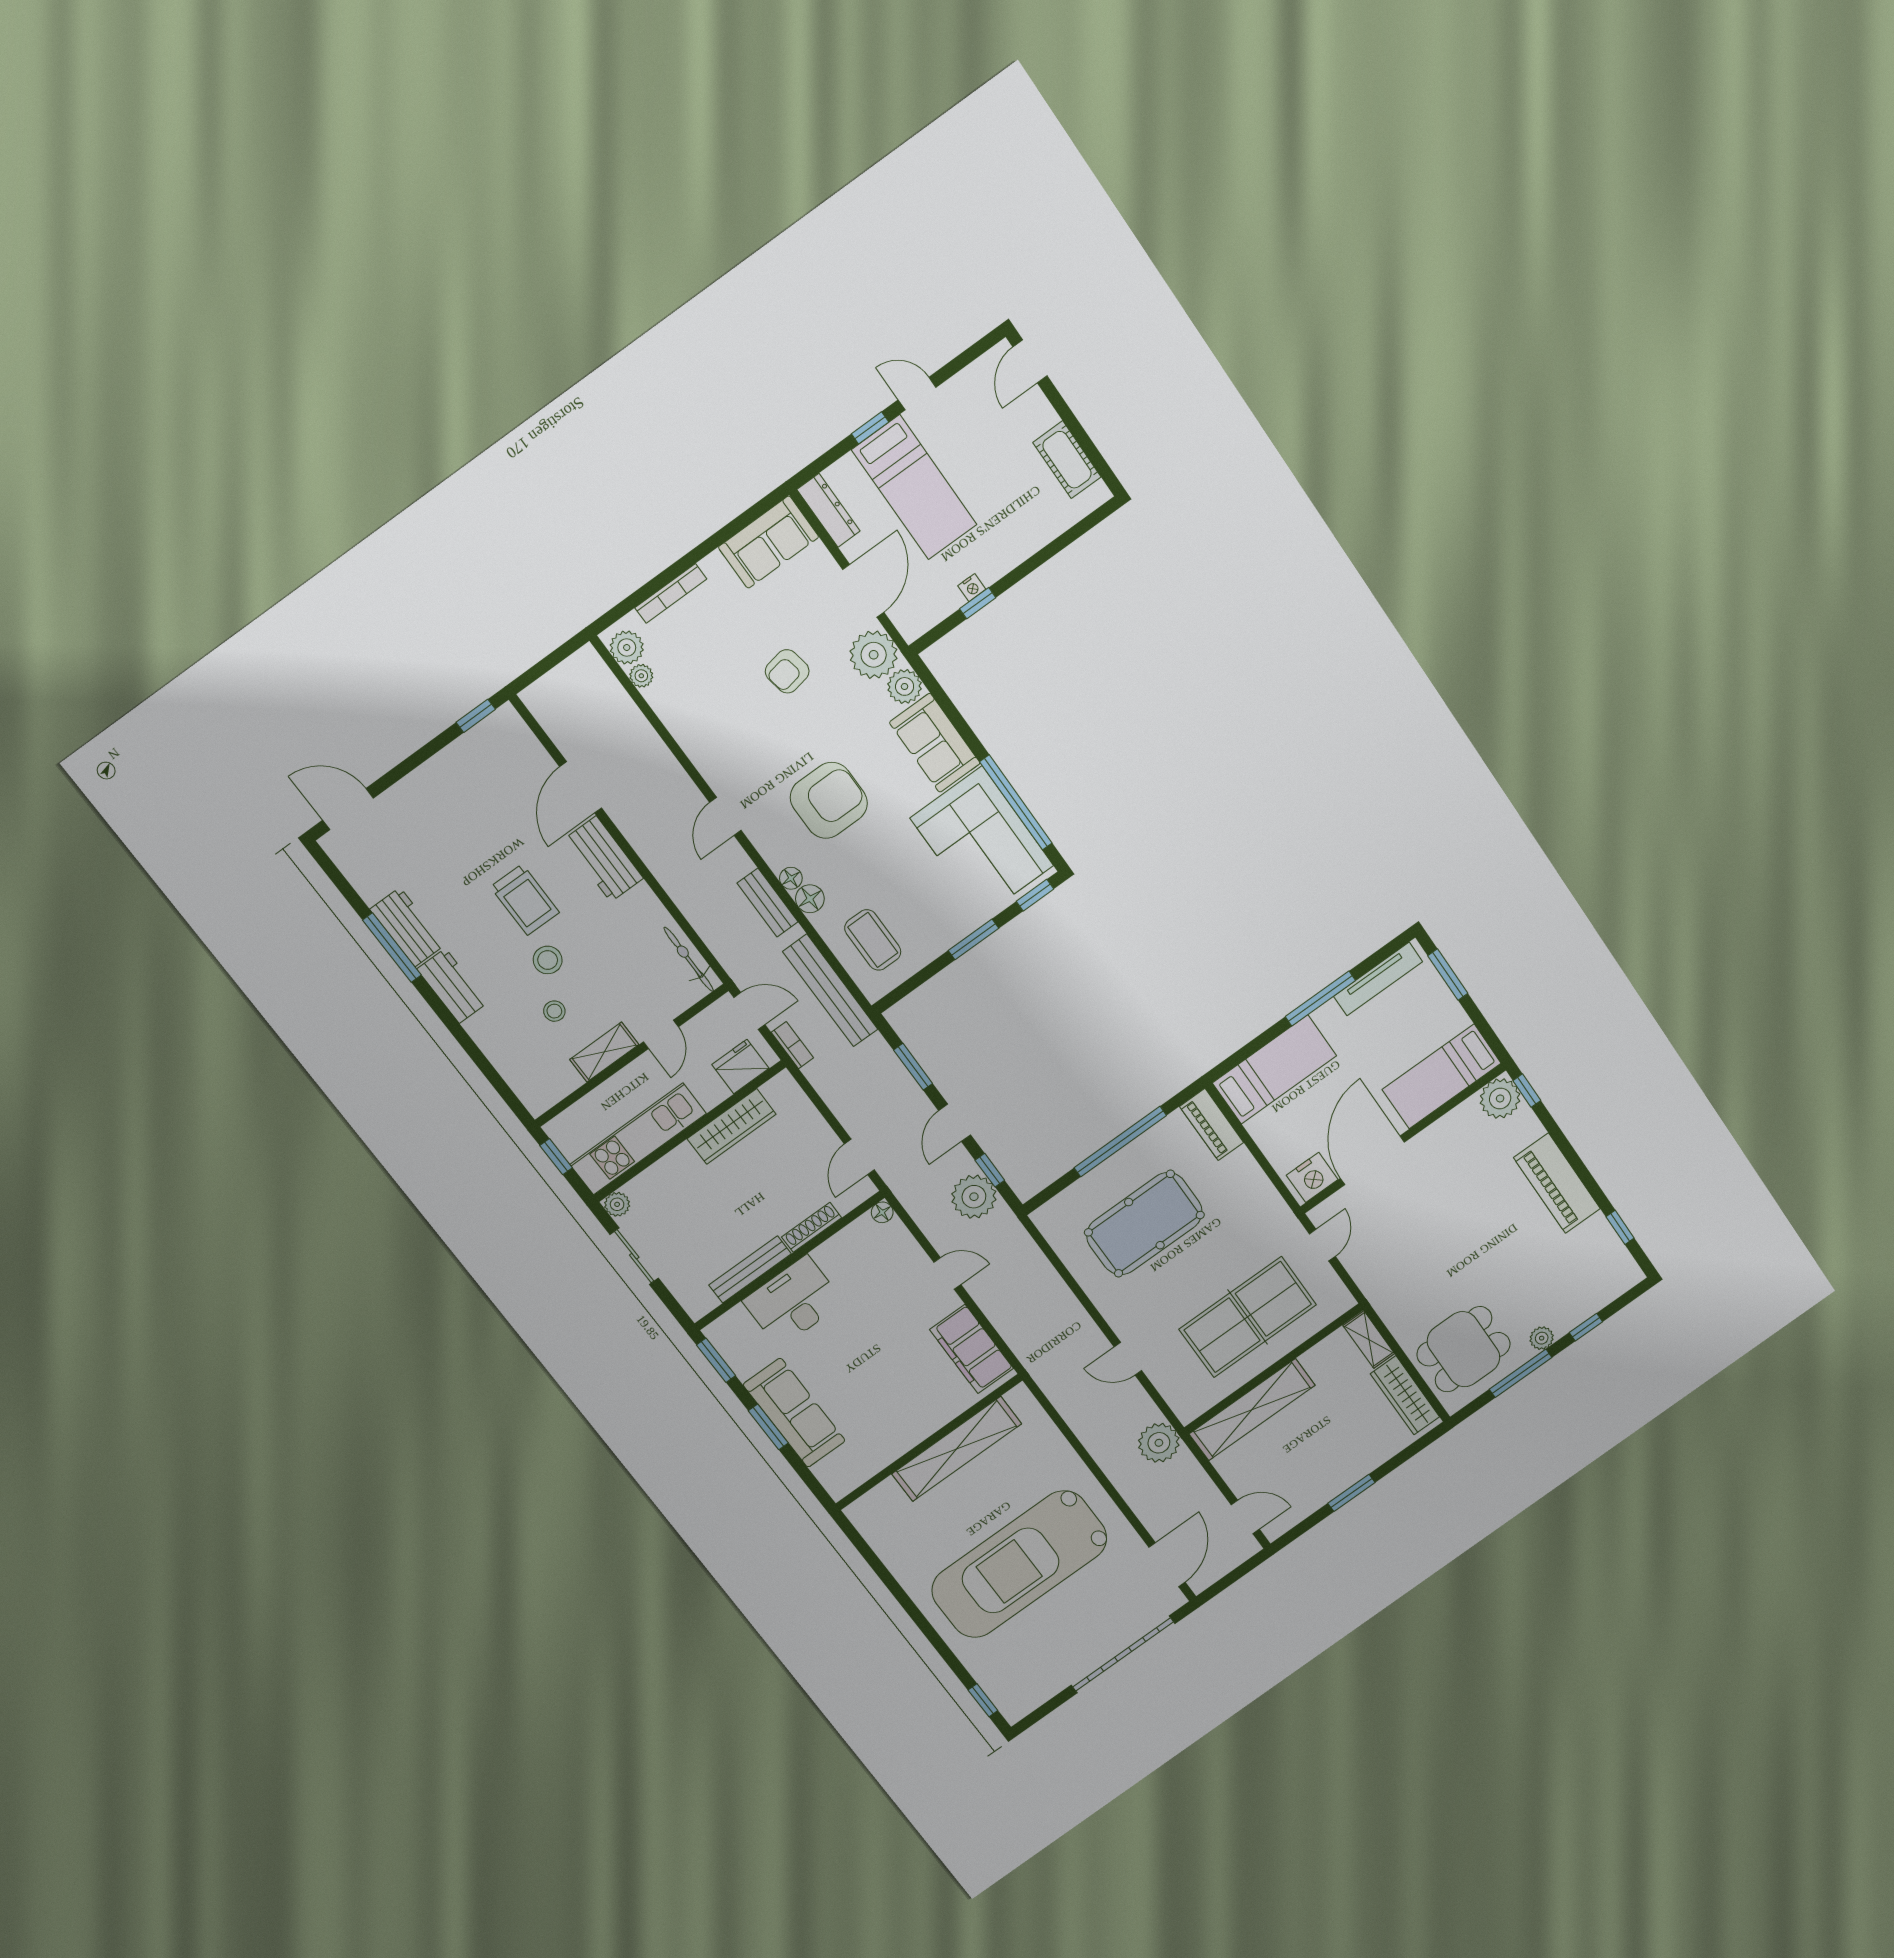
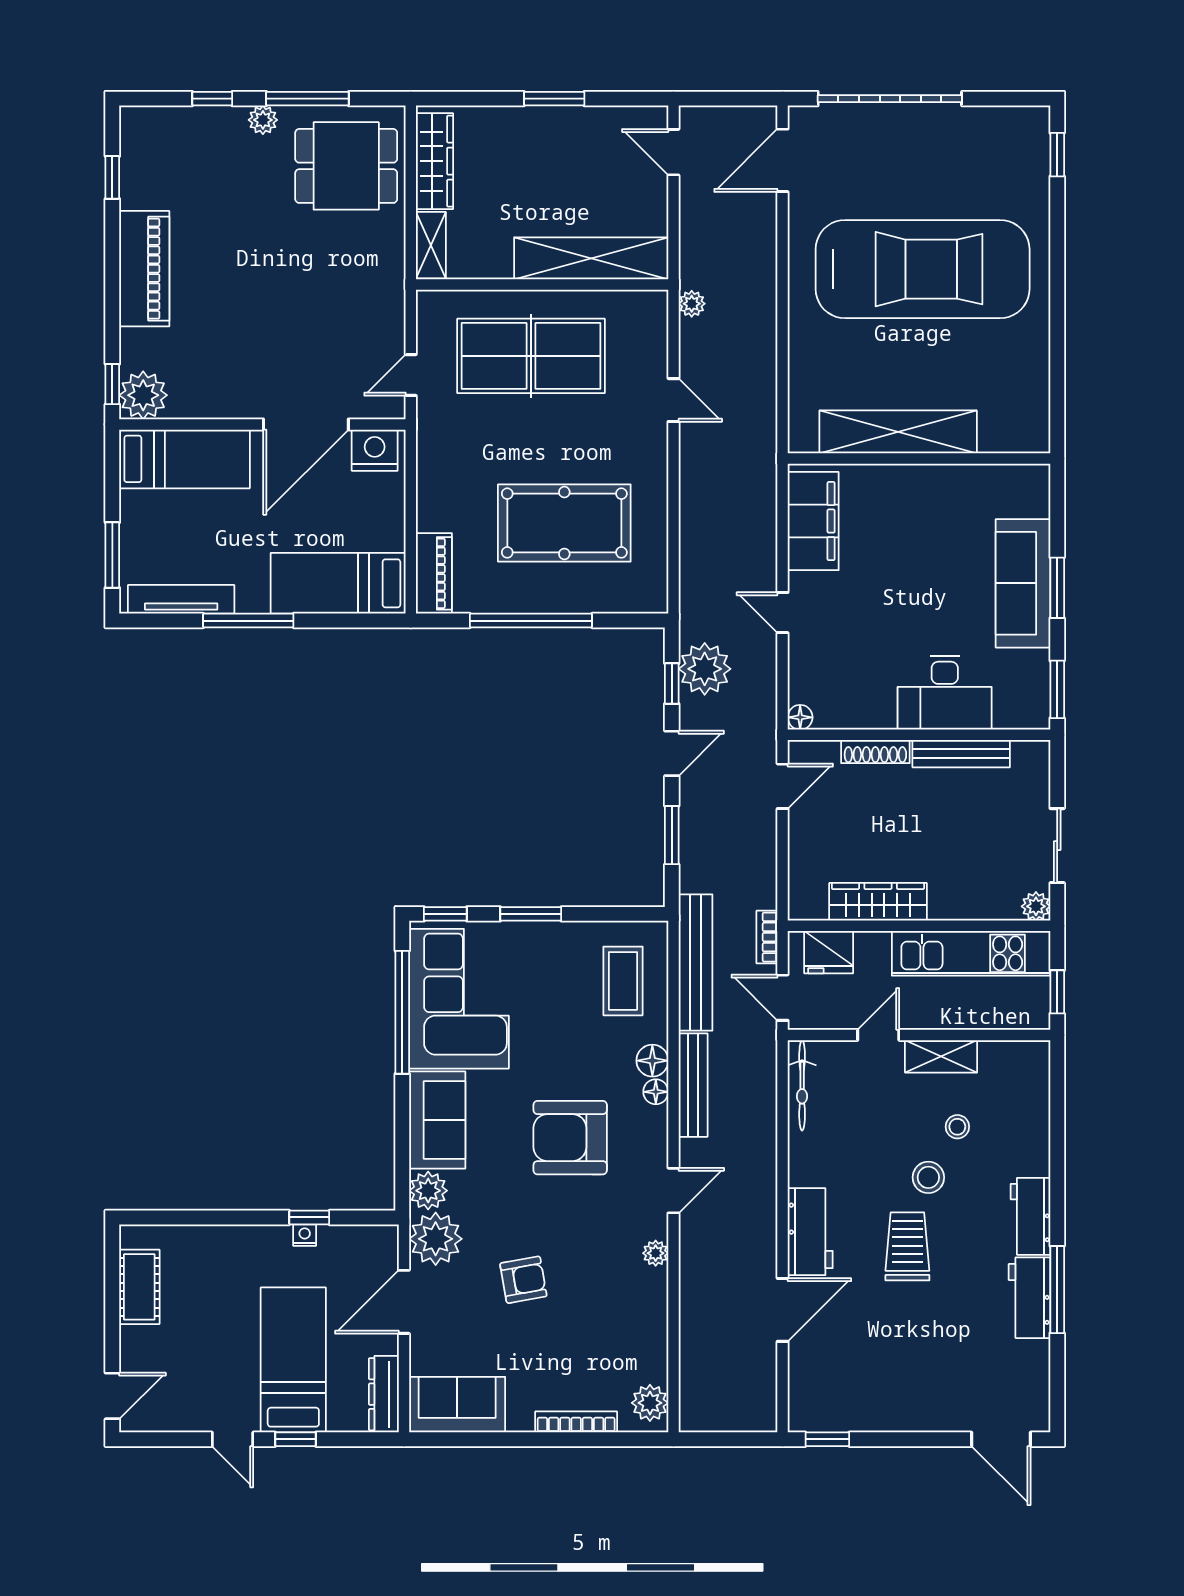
plant: (641, 676) -> (656, 1253), moved
bench: (768, 903) -> (693, 1085), width x1.36
plant: (1159, 1443) -> (692, 304), width x0.53, depth x0.53

